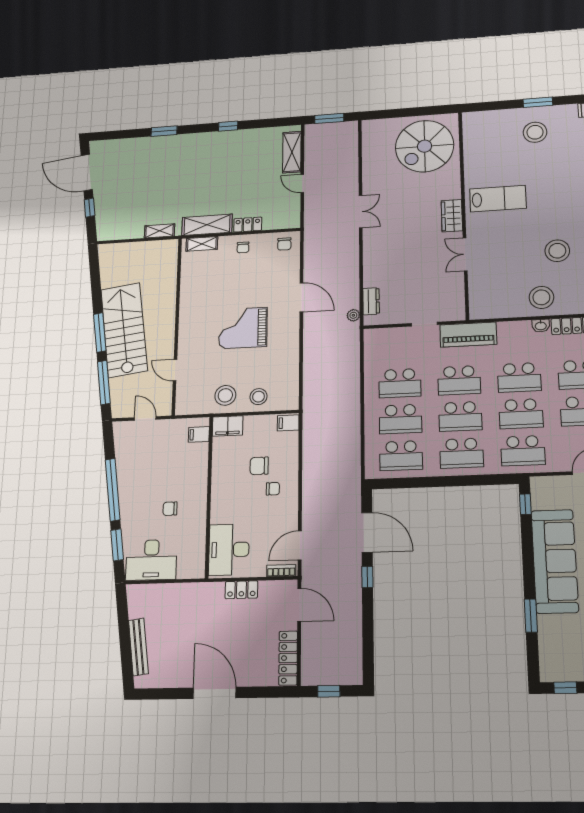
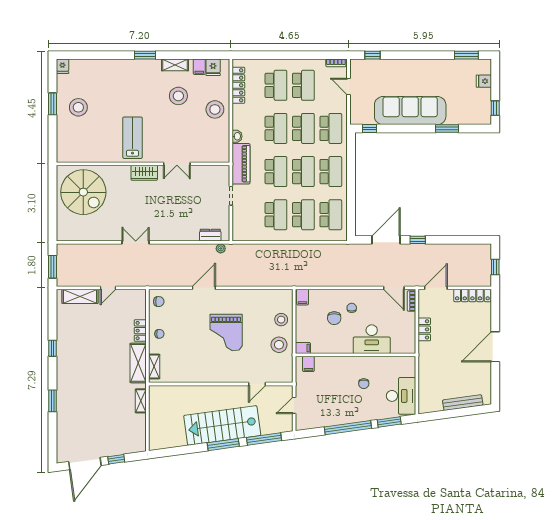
washbasin: (541, 326) -> (237, 136), moved
filing cabinet: (228, 426) -> (303, 348), width x0.50
desk: (229, 550) -> (372, 339), moved

